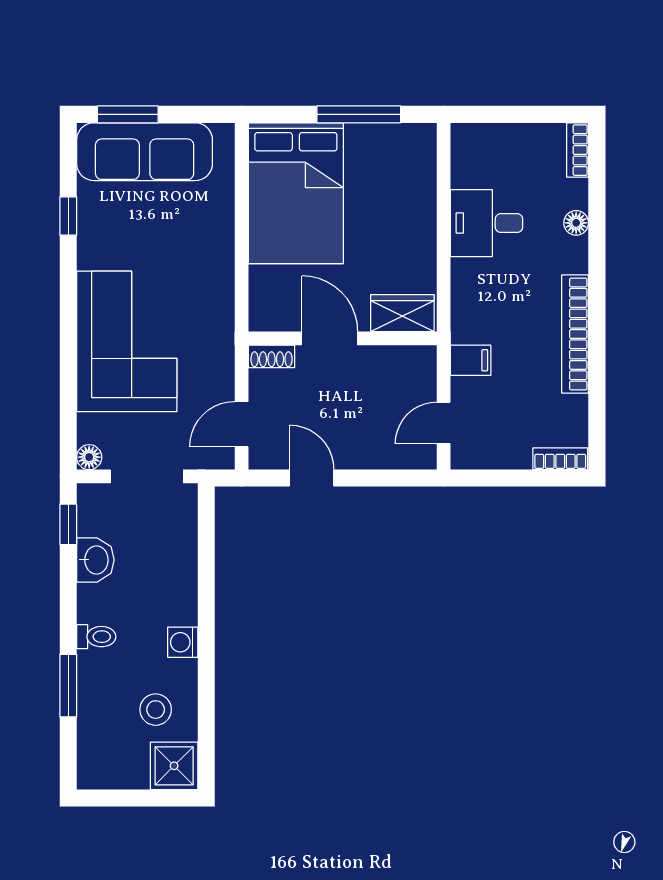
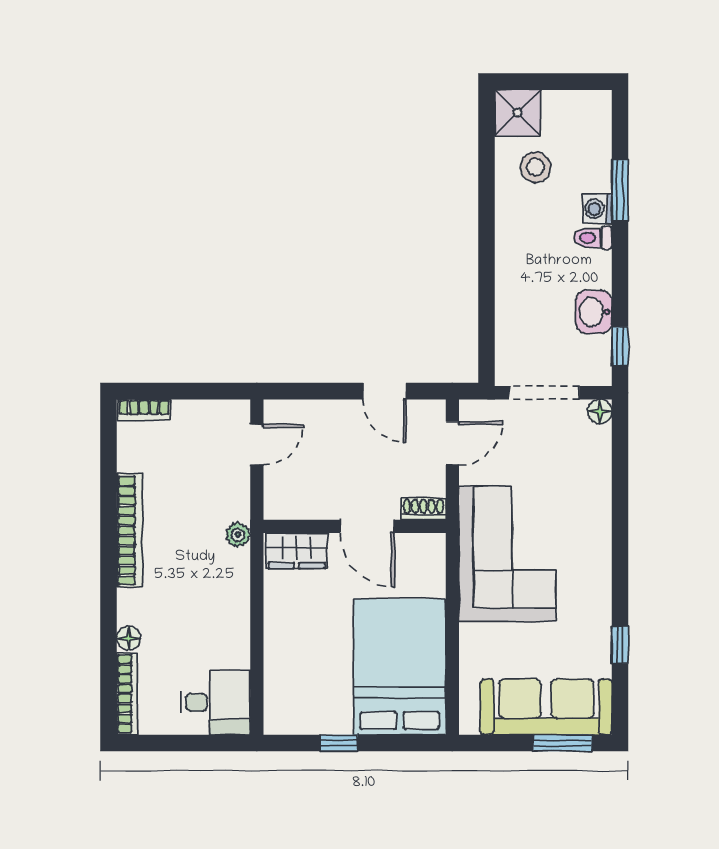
window: (359, 114) -> (339, 743), width x0.46
bookcase: (578, 150) -> (127, 694), width x1.56
desk: (487, 223) -> (215, 702), moved
plant: (463, 330) -> (238, 535), added
corner sofa: (127, 341) -> (507, 554), moved, turned 180
filing cabinet: (471, 360) -> (231, 505), removed
washing machine: (183, 642) -> (597, 209), moved, turned 180

